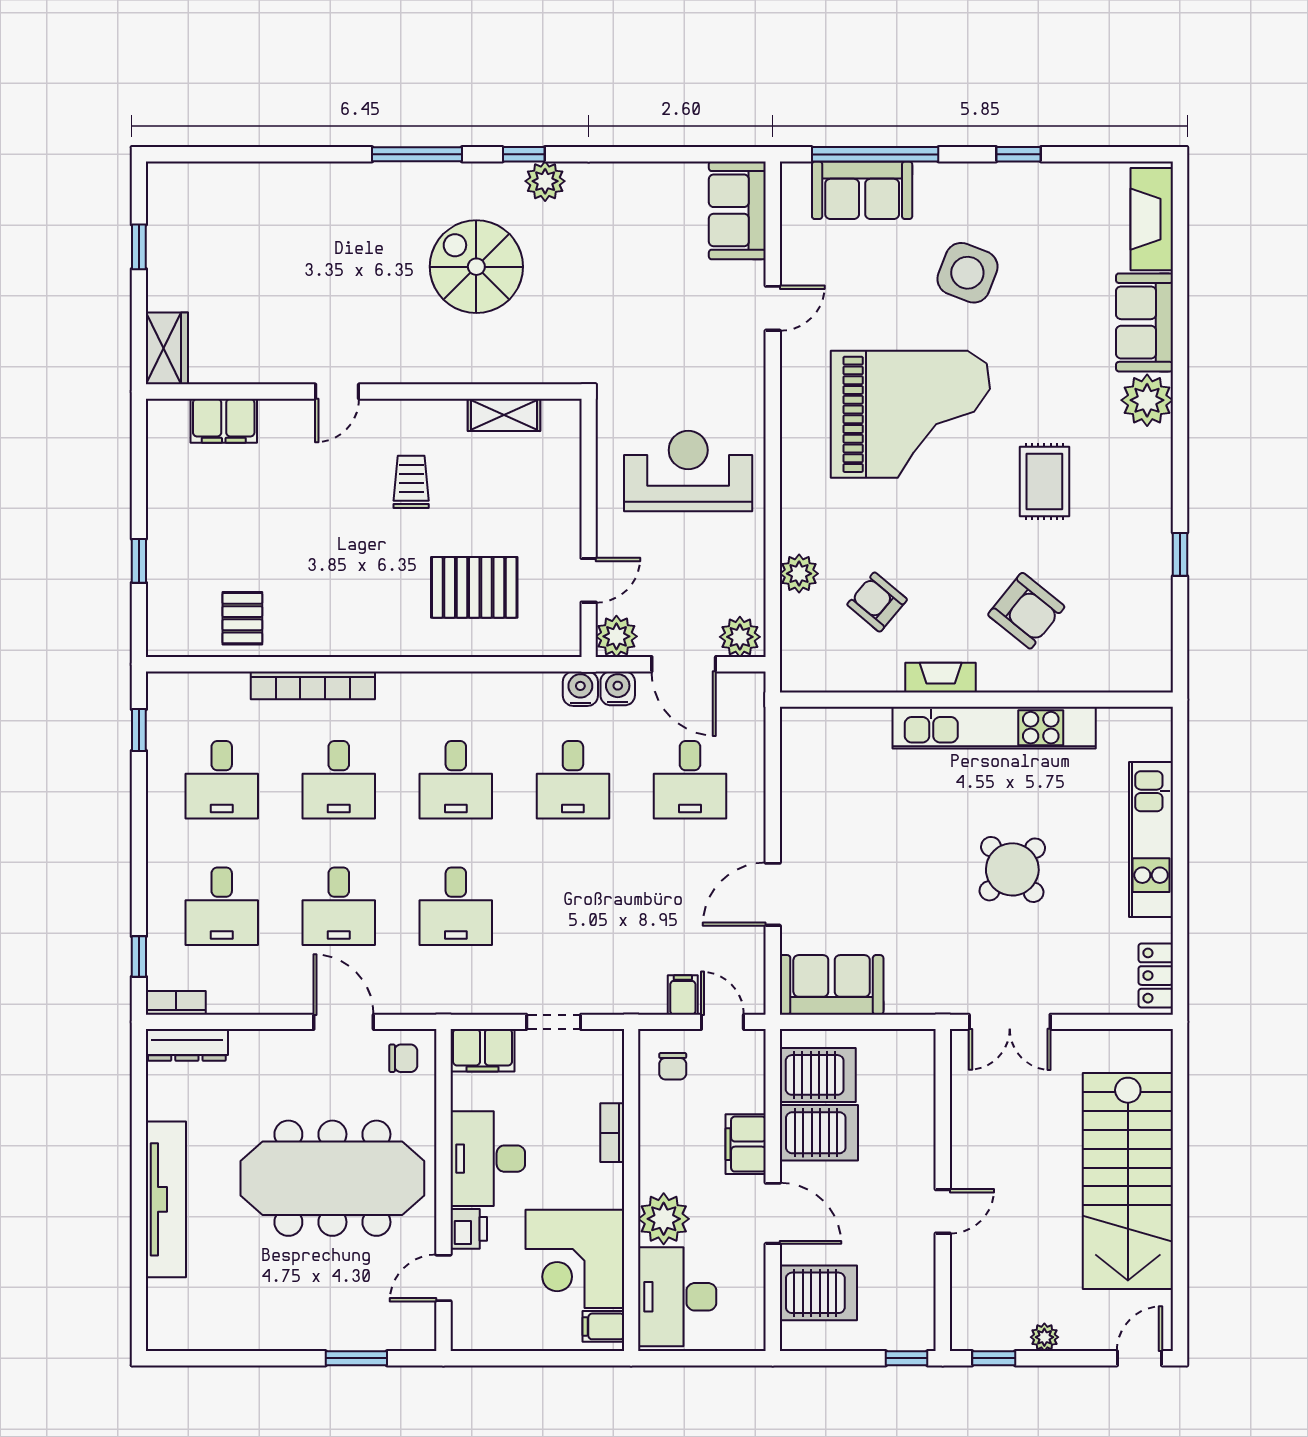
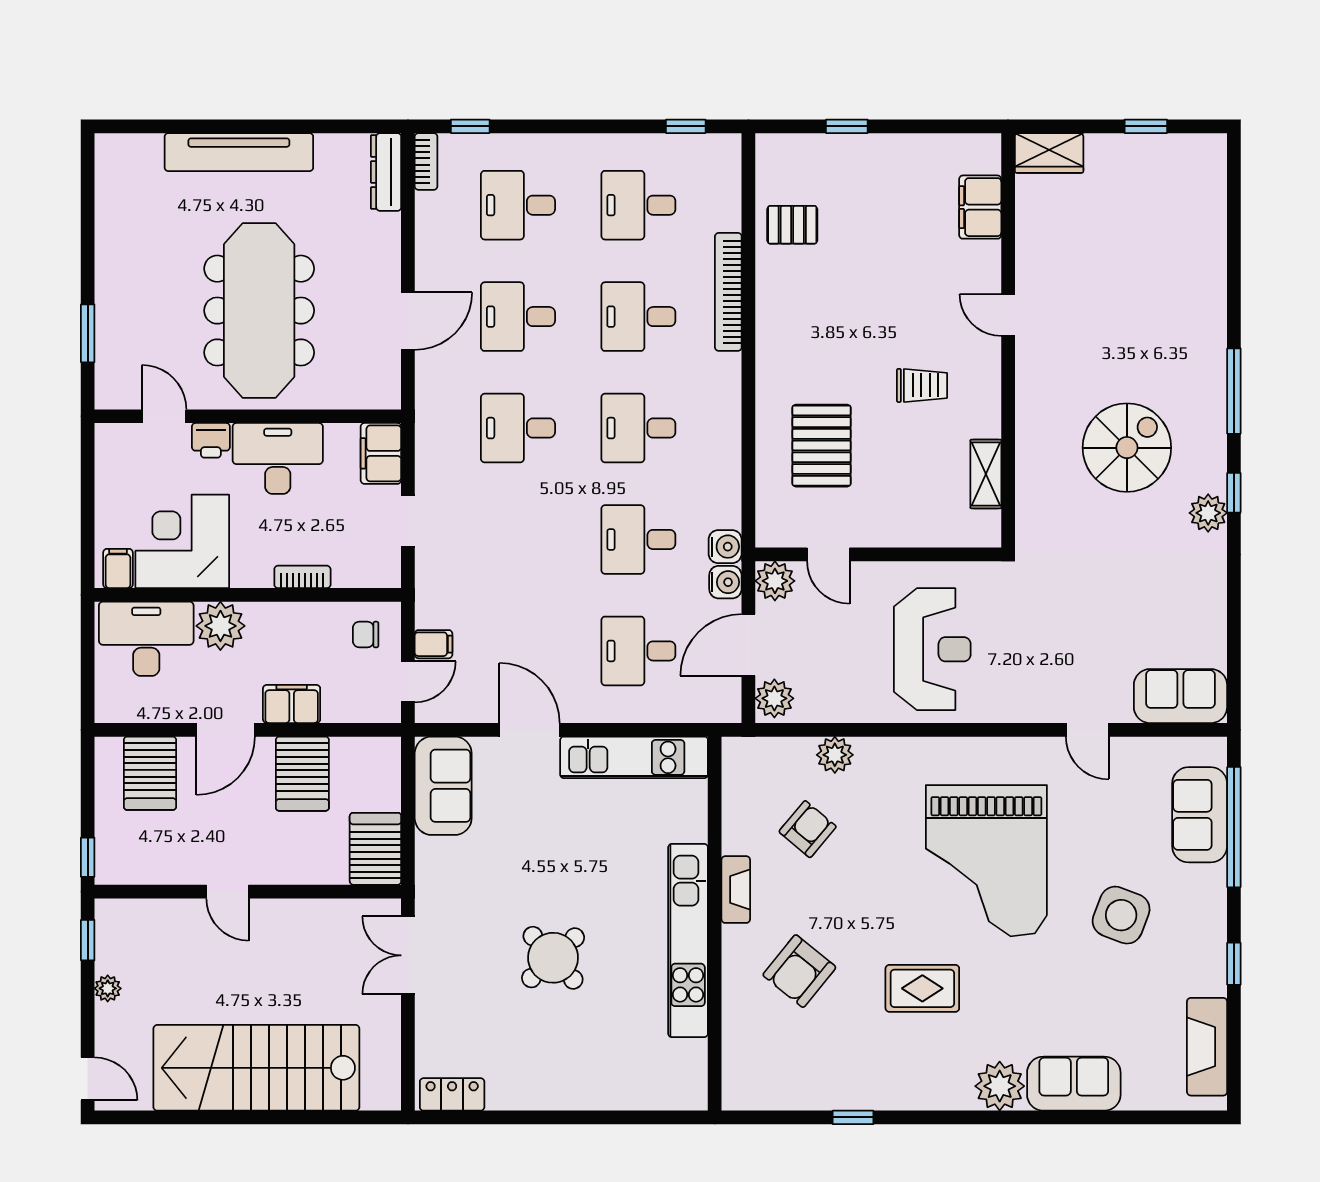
fireplace: (1152, 219) -> (1207, 1047), moved, turned -90
kitchen unit: (1151, 839) -> (634, 757), moved, turned 180
chair: (403, 1058) -> (373, 378), removed
server rack: (818, 1075) -> (375, 849), moved, turned 180

